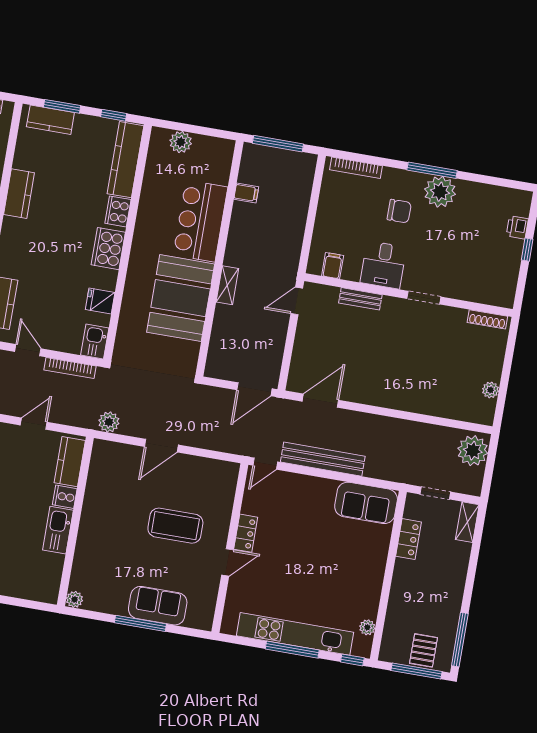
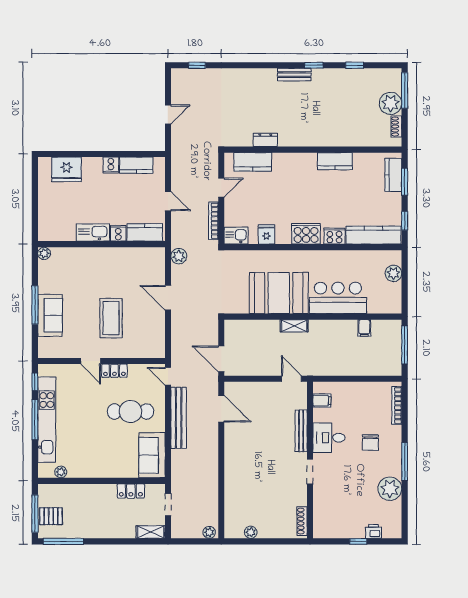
plant: (440, 192) -> (390, 489), moved
bench: (360, 299) -> (301, 431), width x1.36
plant: (473, 451) -> (209, 532), width x0.53, depth x0.53
cafe table: (303, 521) -> (131, 411), added
window: (352, 660) -> (35, 382), moved

